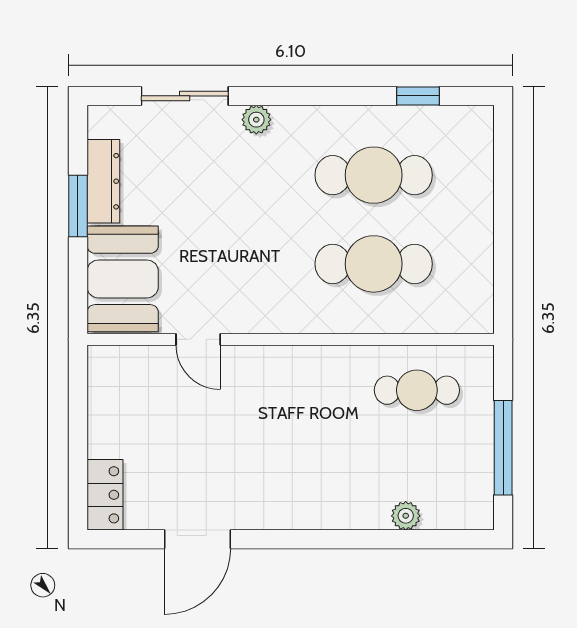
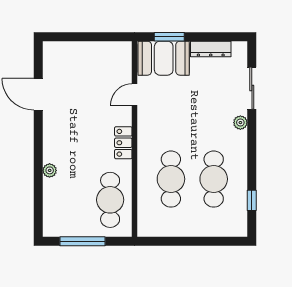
window: (78, 206) -> (169, 37), moved
cafe table: (417, 390) -> (110, 200), width x1.37, depth x1.35
locker: (105, 495) -> (123, 143), moved, turned 90
plant: (406, 516) -> (50, 170), moved

